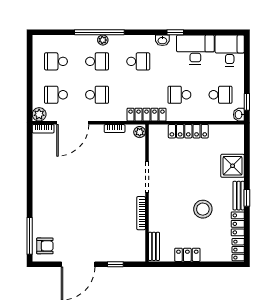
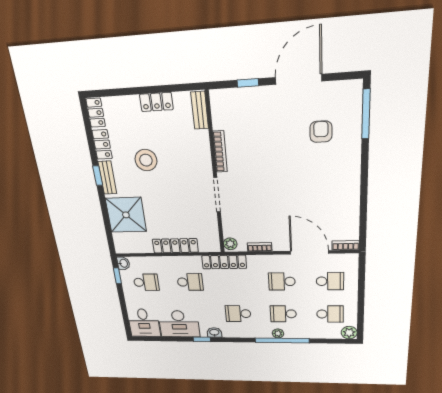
school desk: (221, 95) -> (146, 282), turned 180
plant: (39, 114) -> (349, 333), moved
door: (73, 123) -> (309, 252), hinge flipped
shower: (233, 166) -> (126, 215), width x1.37, depth x1.37
armchair: (45, 246) -> (321, 132), moved, turned 90

